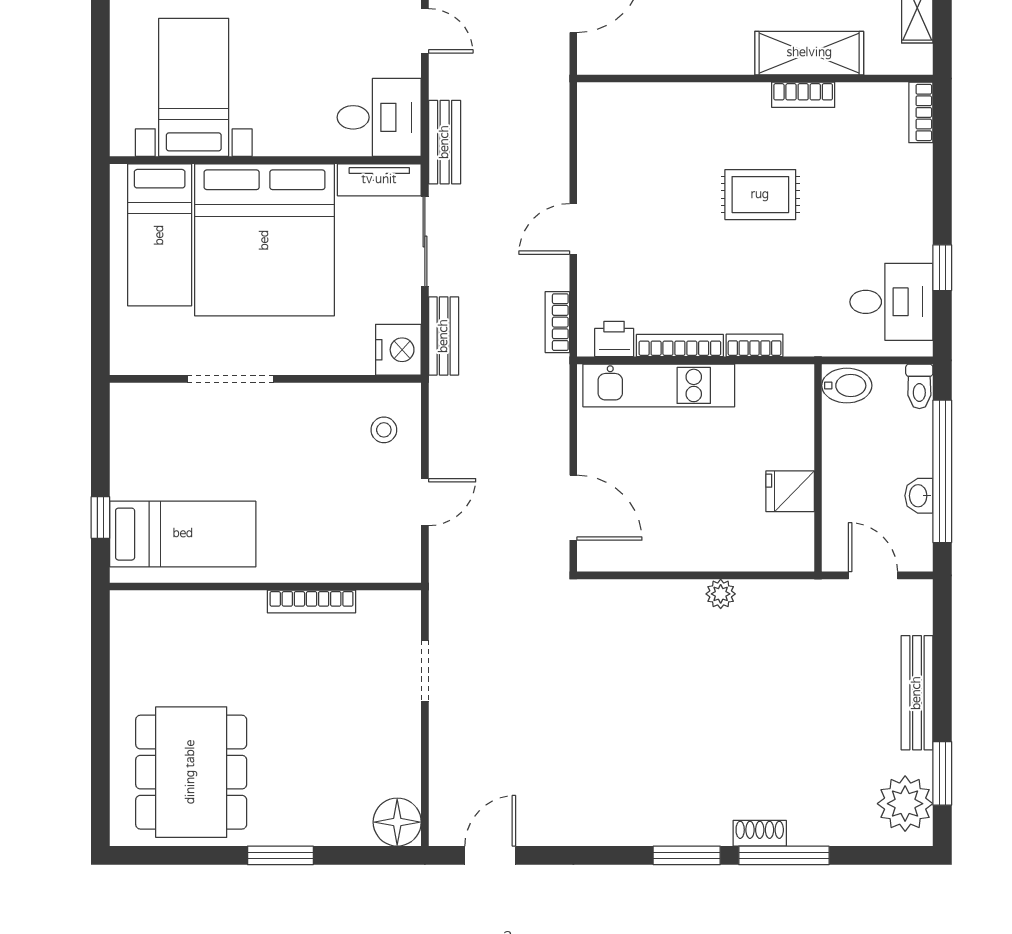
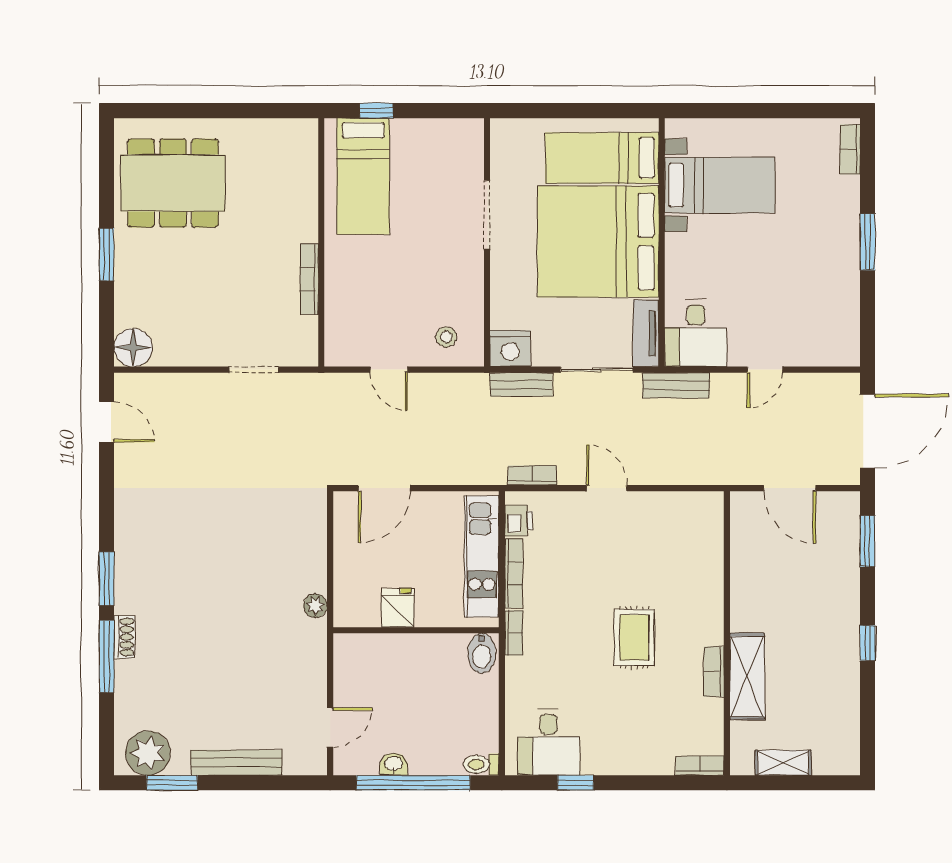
bidet: (847, 386) -> (482, 653), moved
wall: (818, 468) -> (416, 630), moved
fridge: (790, 491) -> (397, 608), moved

